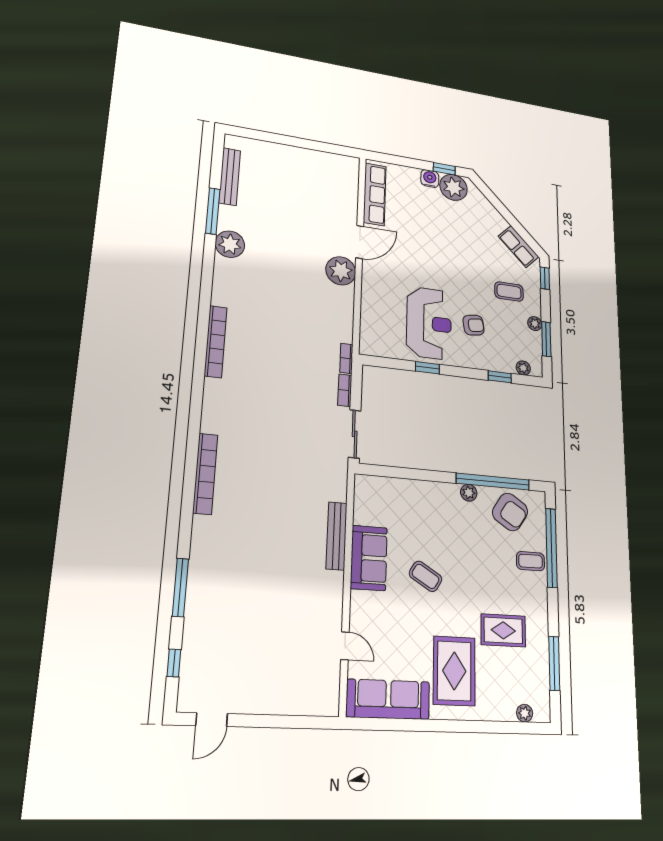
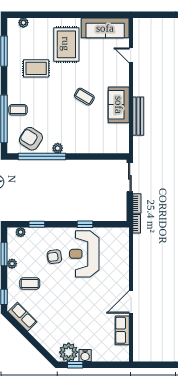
row of seats: (375, 194) -> (122, 330), width x0.68
plant: (341, 271) -> (142, 280), removed

